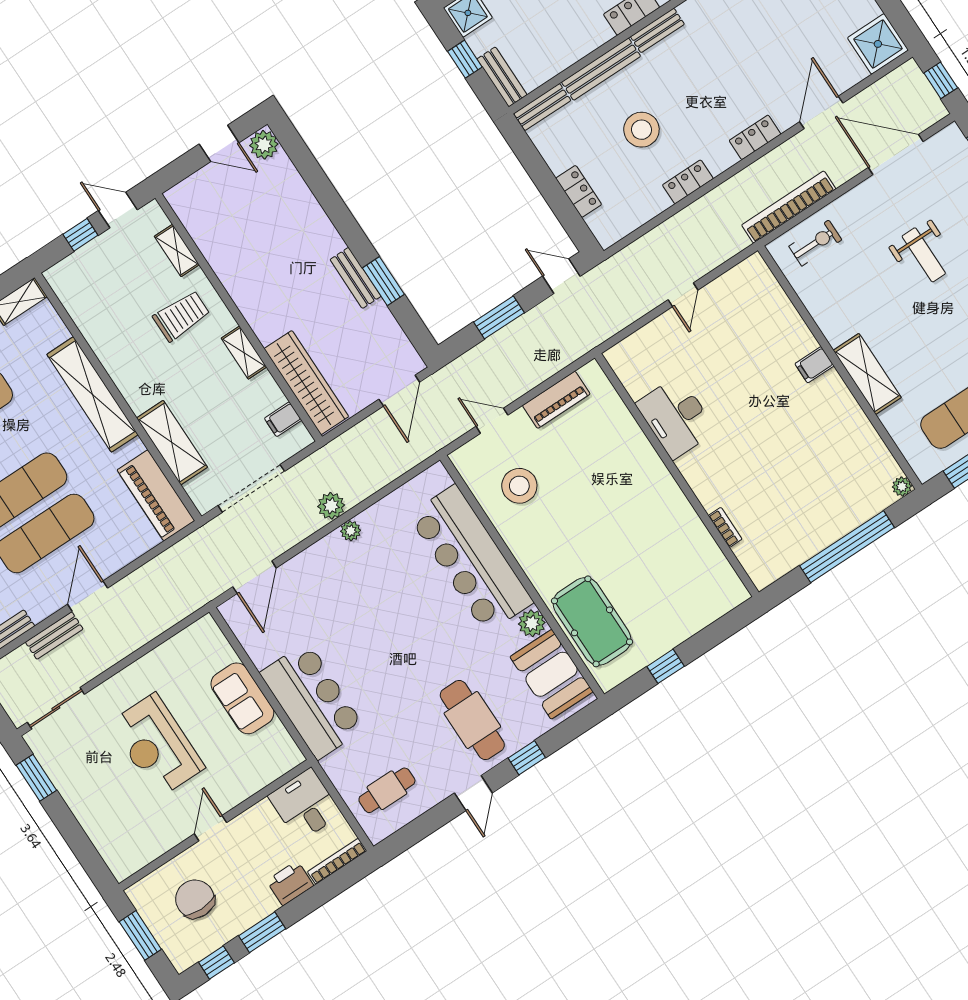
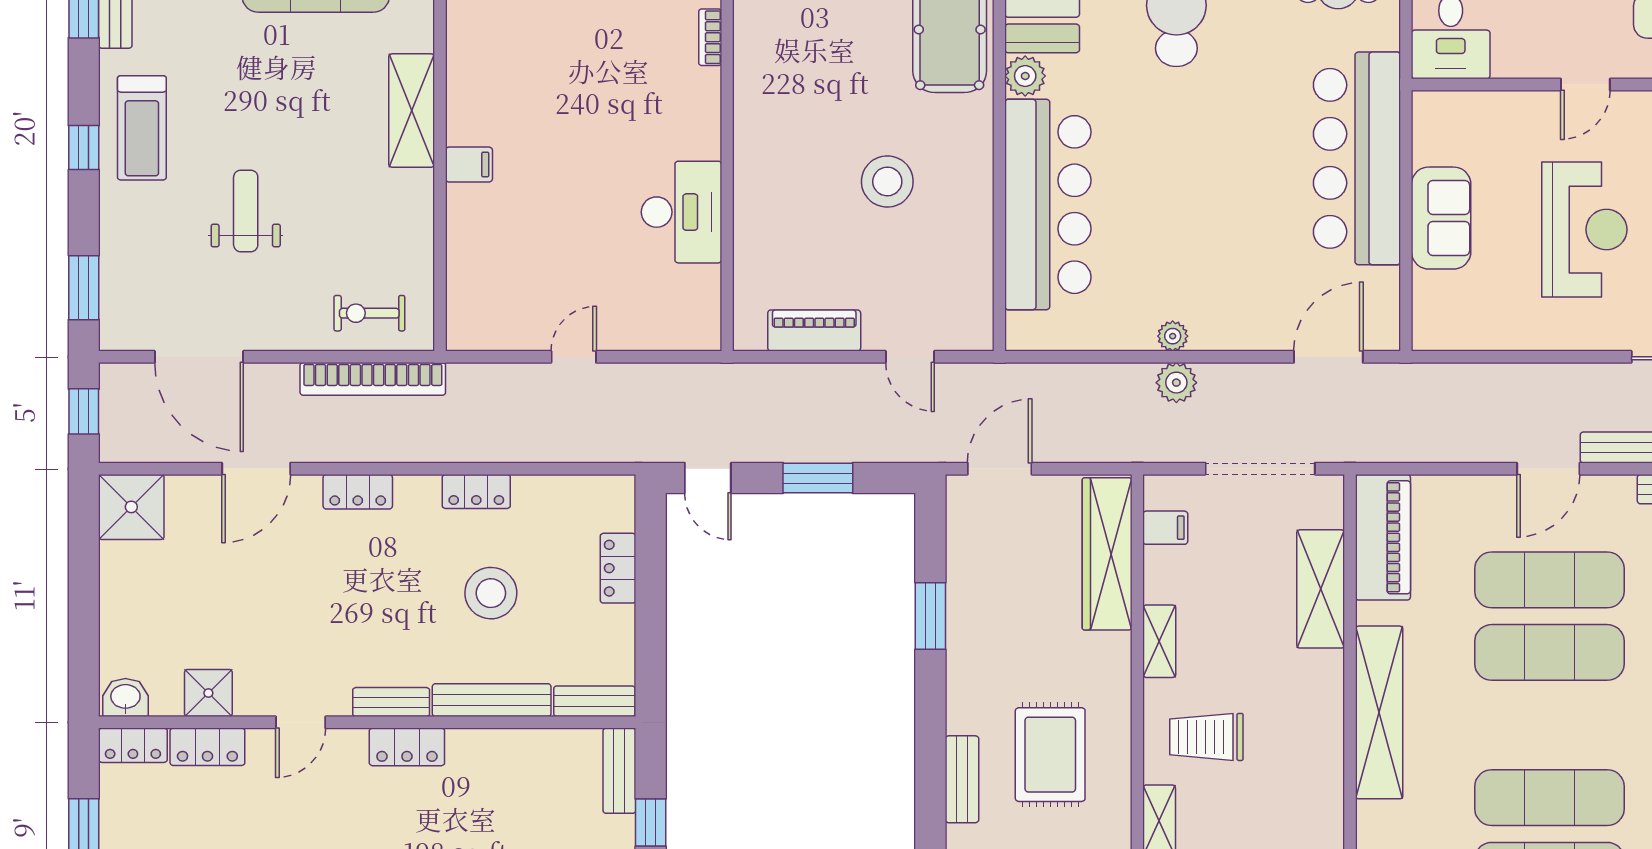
rug: (263, 247) -> (1050, 755), added
bench: (356, 278) -> (962, 779), moved
stool: (519, 486) -> (887, 181), moved
bar counter: (313, 701) -> (1357, 158), width x1.36

